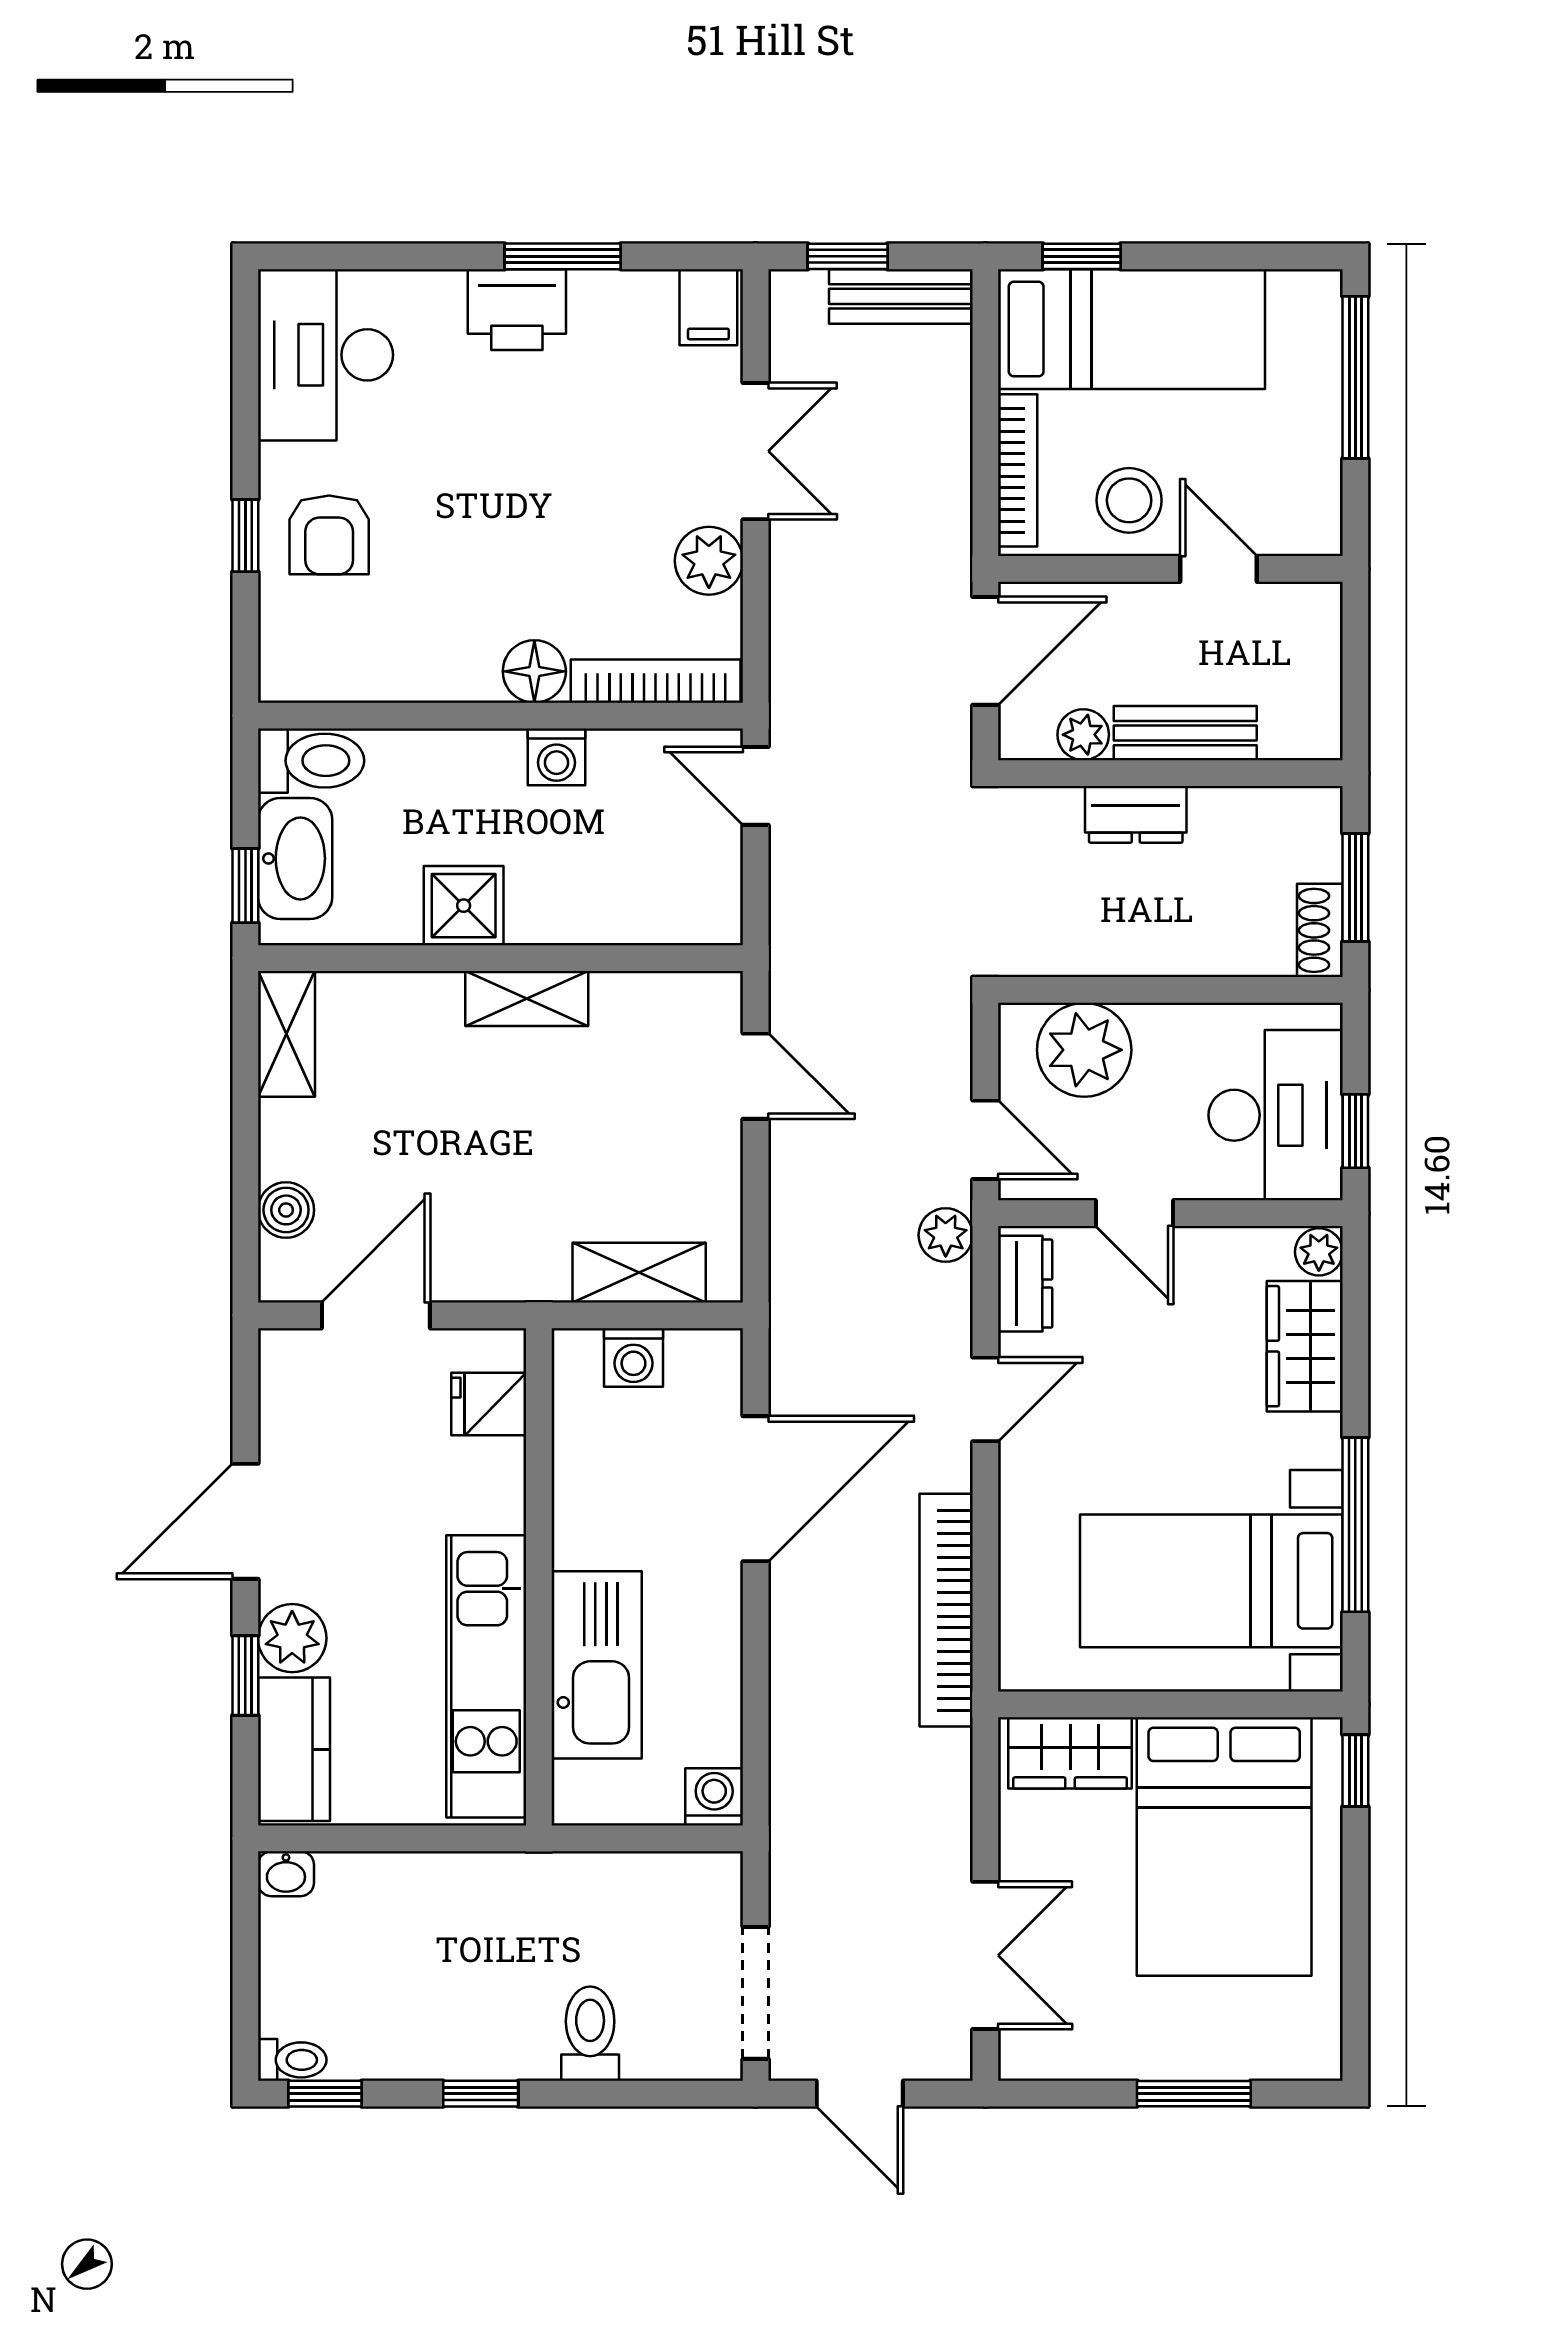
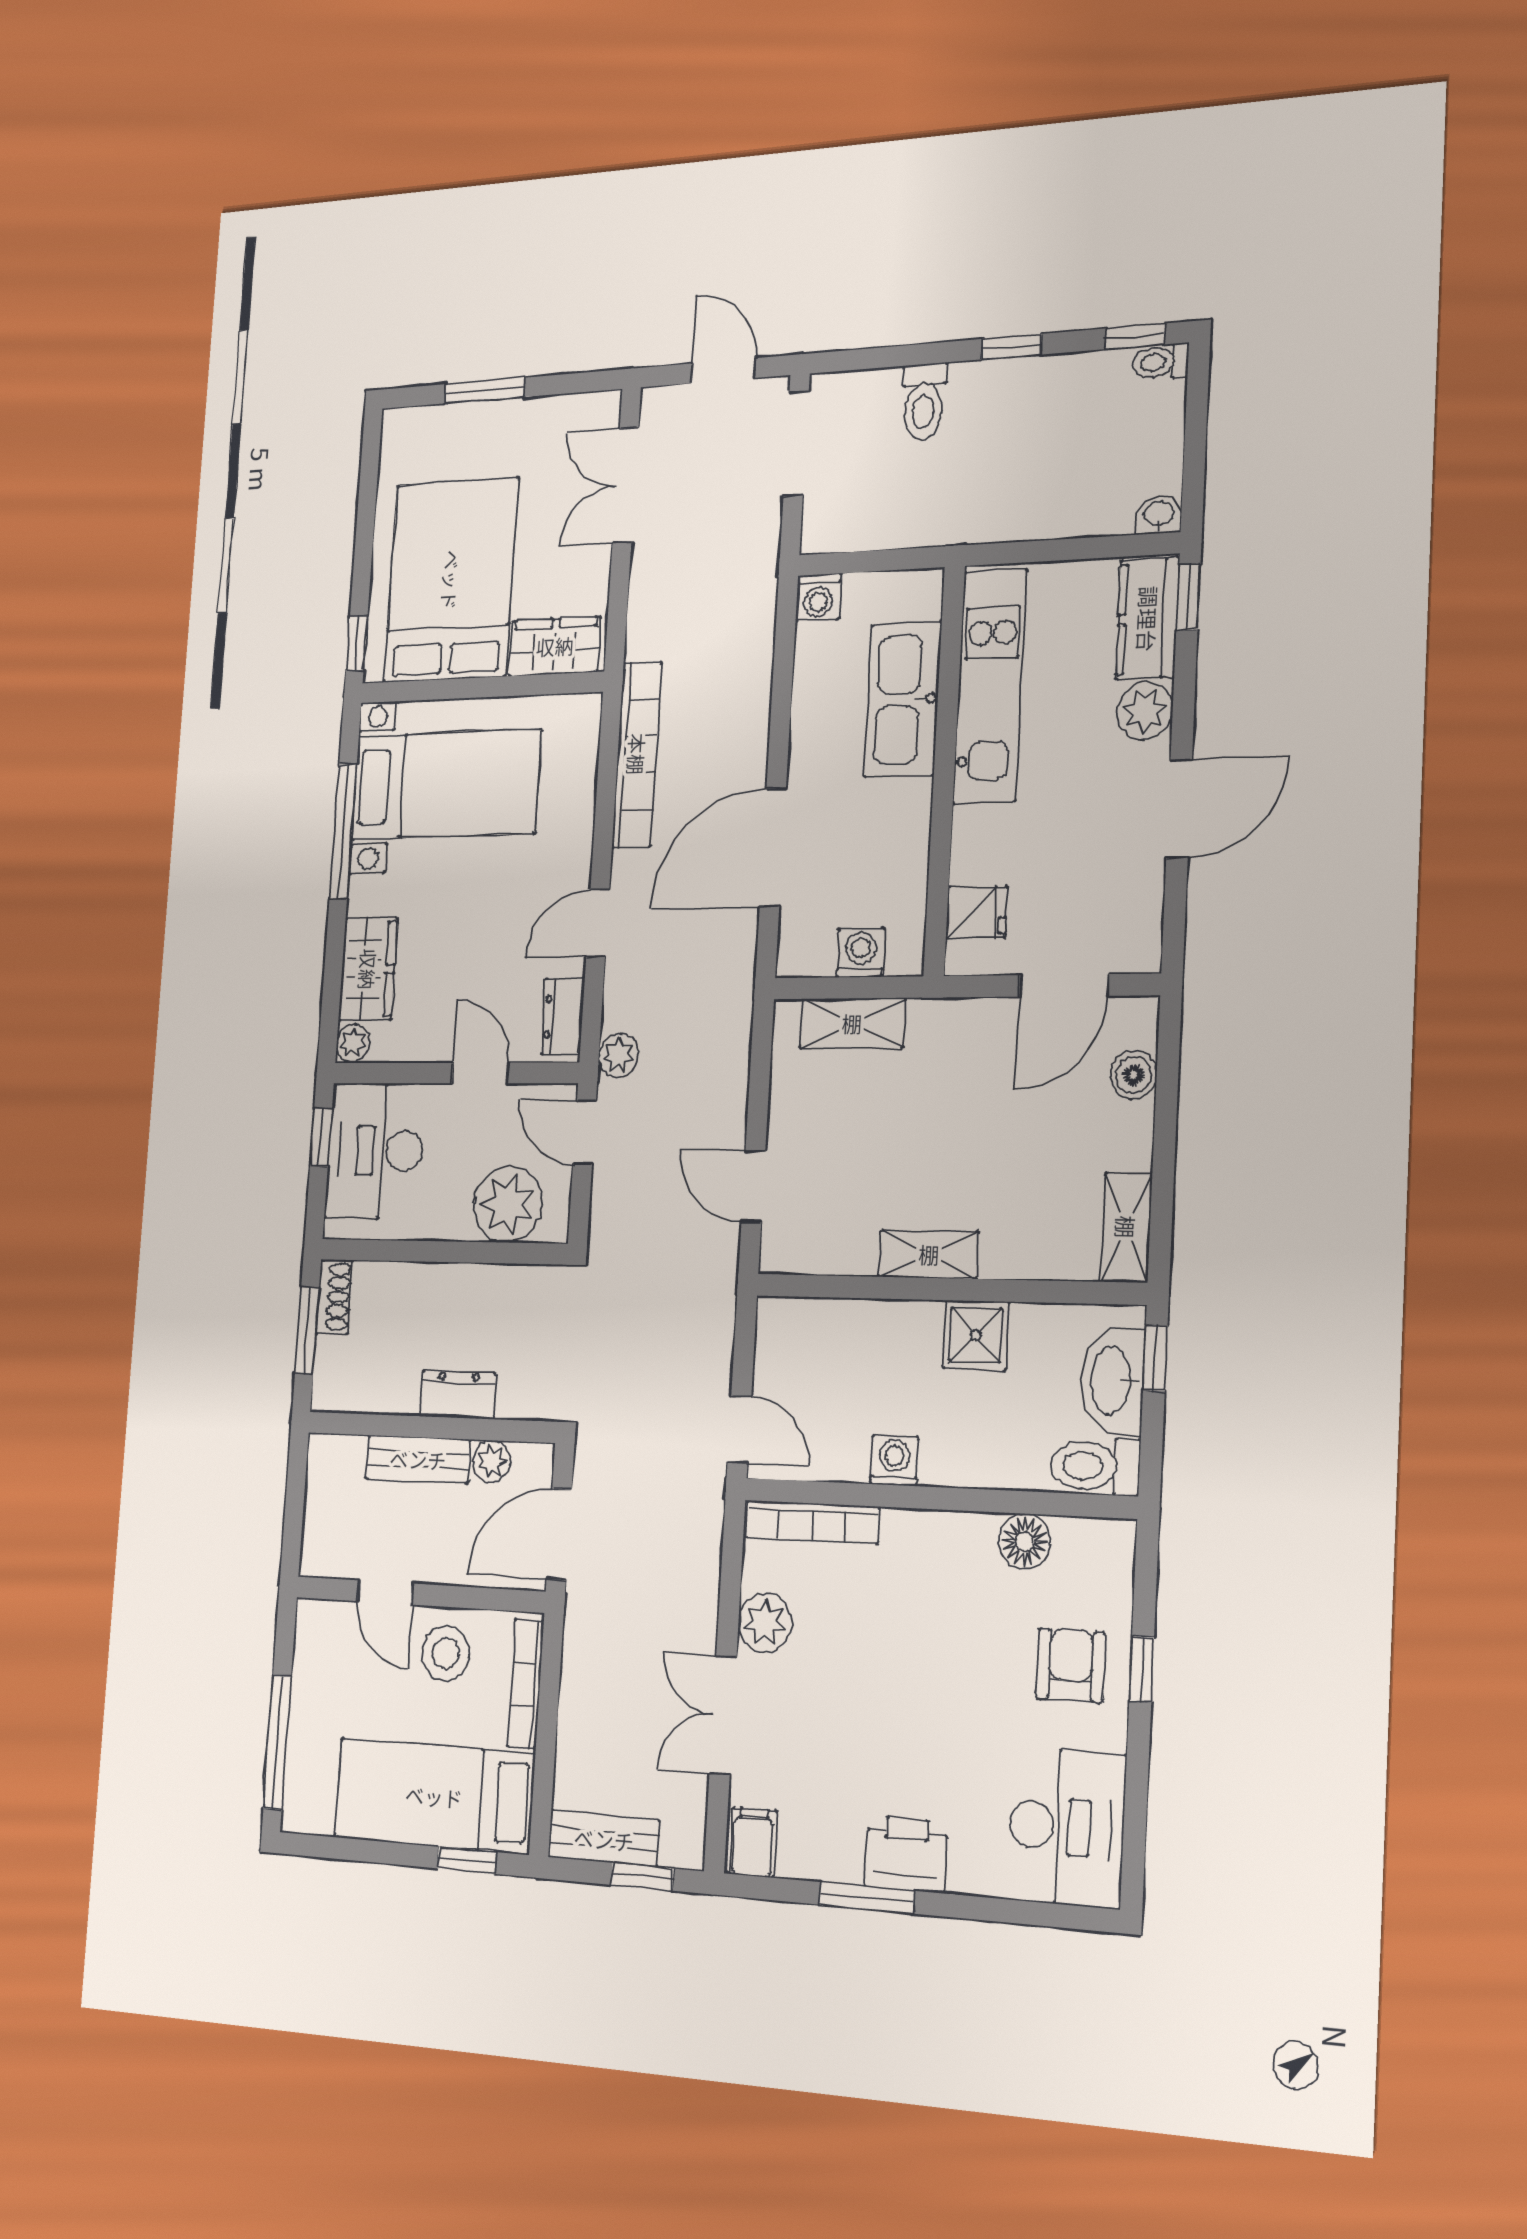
floor lamp: (534, 671) -> (1025, 1541), moved
window: (245, 1675) -> (1188, 597), moved

